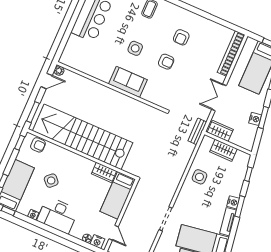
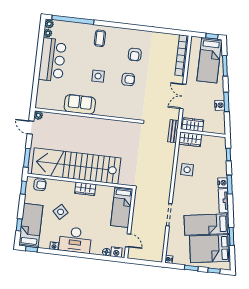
door: (47, 81) -> (30, 128), swing flipped
sofa: (128, 82) -> (80, 104), moved
wardrobe: (223, 150) -> (190, 139), moved
wardrobe: (104, 172) -> (85, 189), moved

